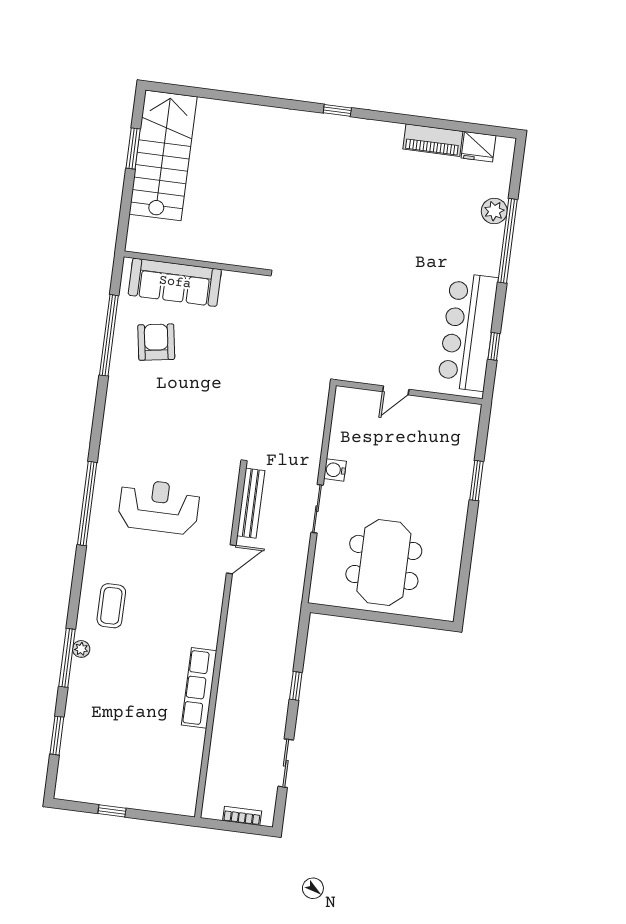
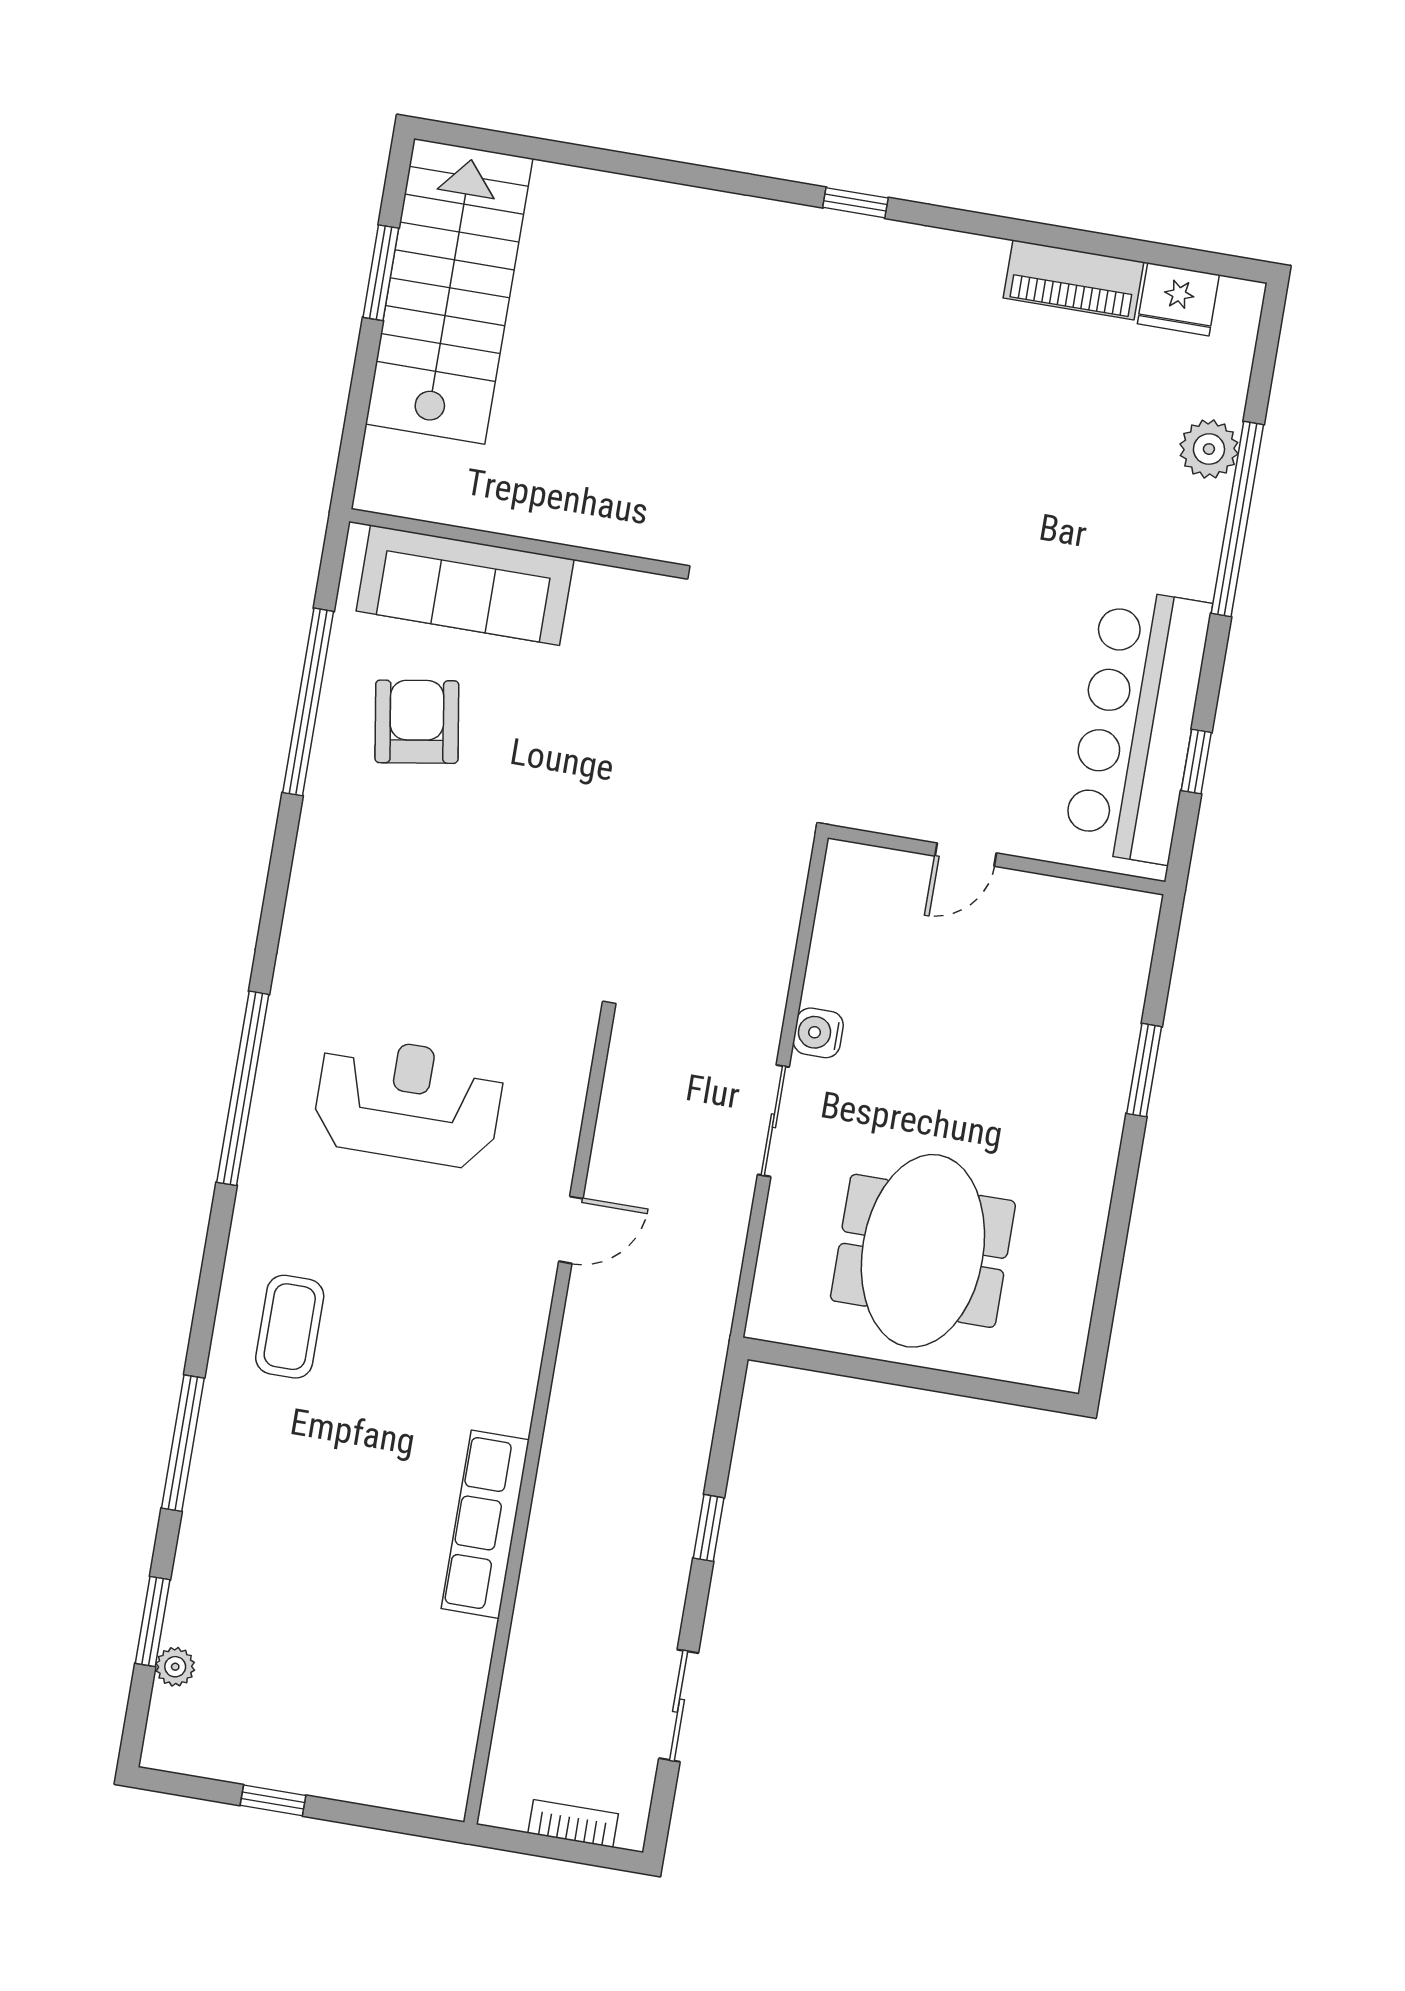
bench: (251, 503) -> (621, 1102), removed
plant: (81, 649) -> (175, 1667), moved

